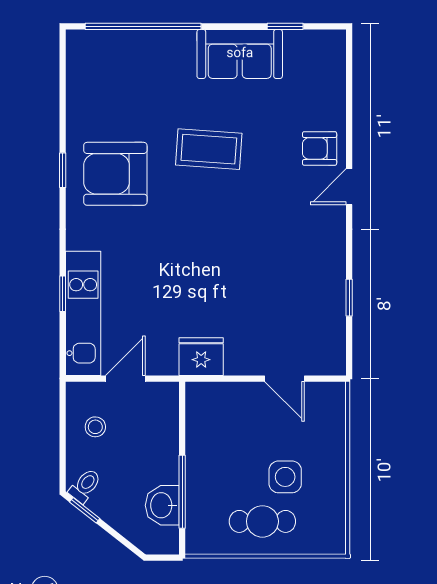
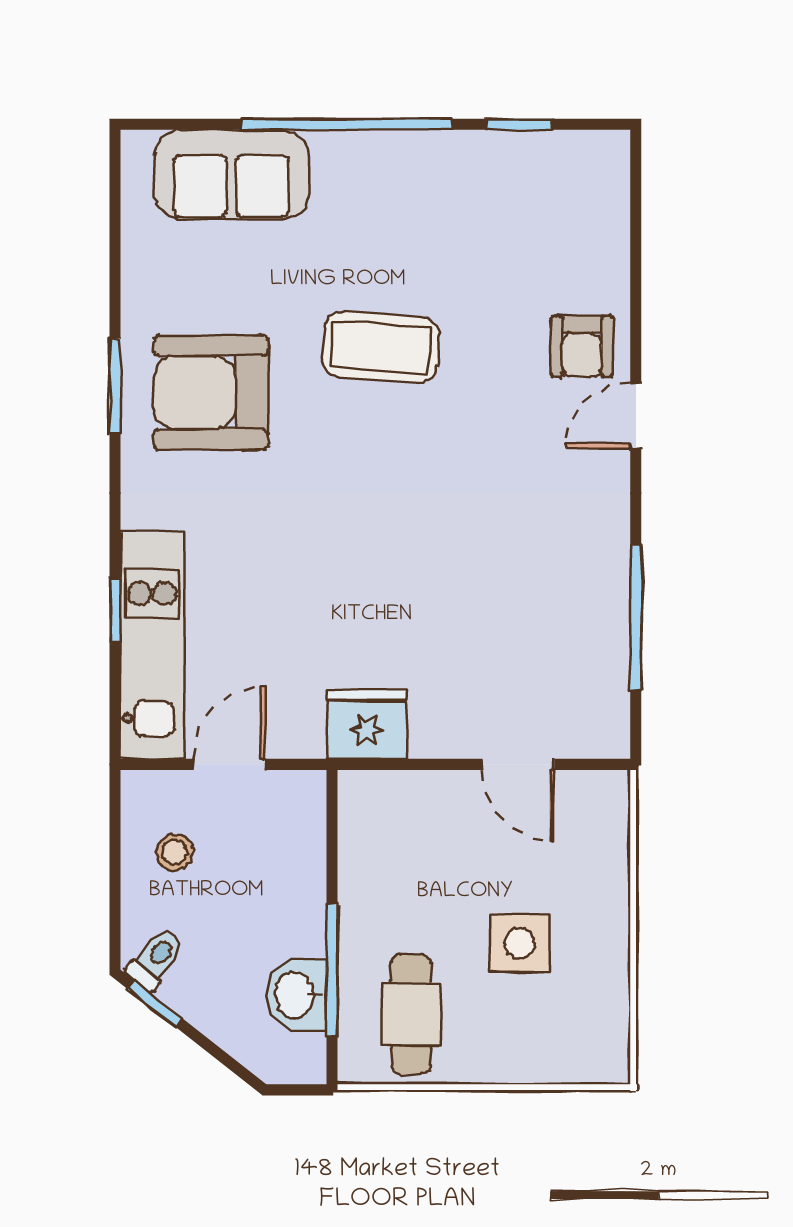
window: (143, 26) -> (347, 124), moved
sofa: (240, 54) -> (231, 174), moved
armchair: (320, 148) -> (582, 346), turned -90
window: (63, 170) -> (115, 386), width x1.50
window: (349, 298) -> (636, 617), width x2.17
cafe table: (262, 521) -> (411, 1014), moved, turned 90

